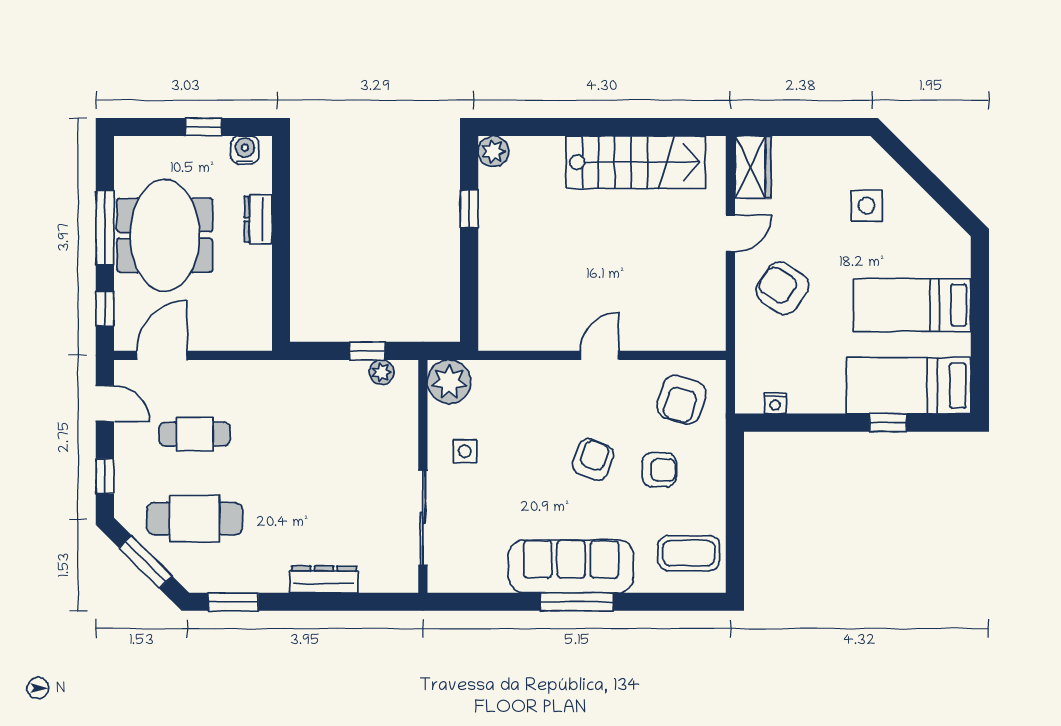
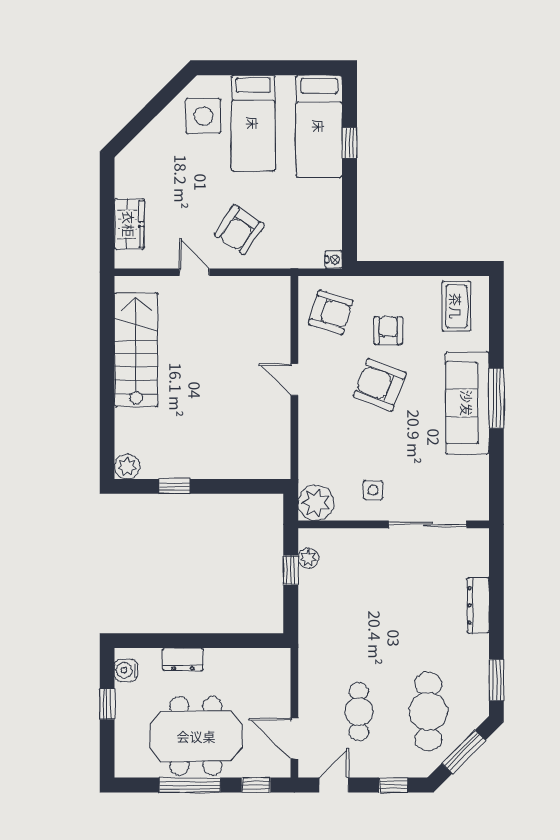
wardrobe: (753, 167) -> (129, 224), moved, turned 90
side table: (867, 206) -> (203, 116), moved, width x1.37, depth x1.37
nightstand: (775, 403) -> (334, 260), moved
armchair: (593, 460) -> (380, 385), width x1.38, depth x1.38

